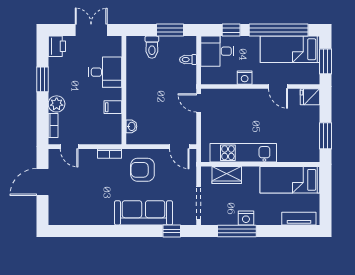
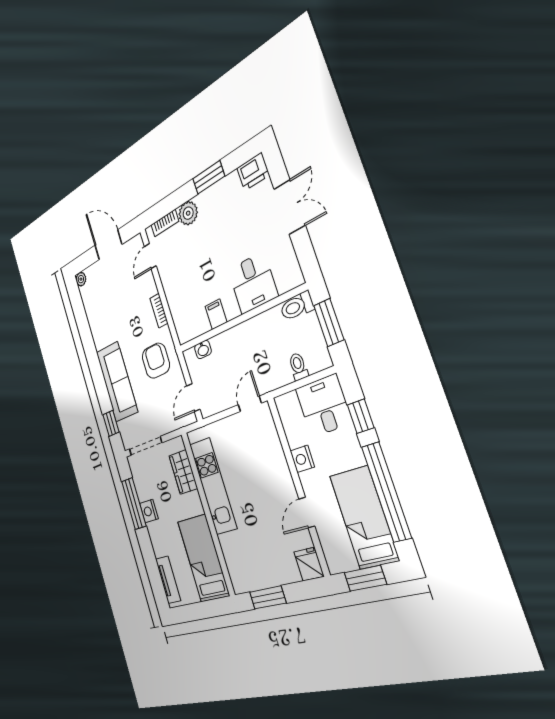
desk: (105, 72) -> (253, 283), moved
wall: (124, 90) -> (240, 320), moved
filing cabinet: (113, 107) -> (216, 314), moved
washbasin: (131, 126) -> (203, 350), moved
plant: (54, 219) -> (81, 279), added

